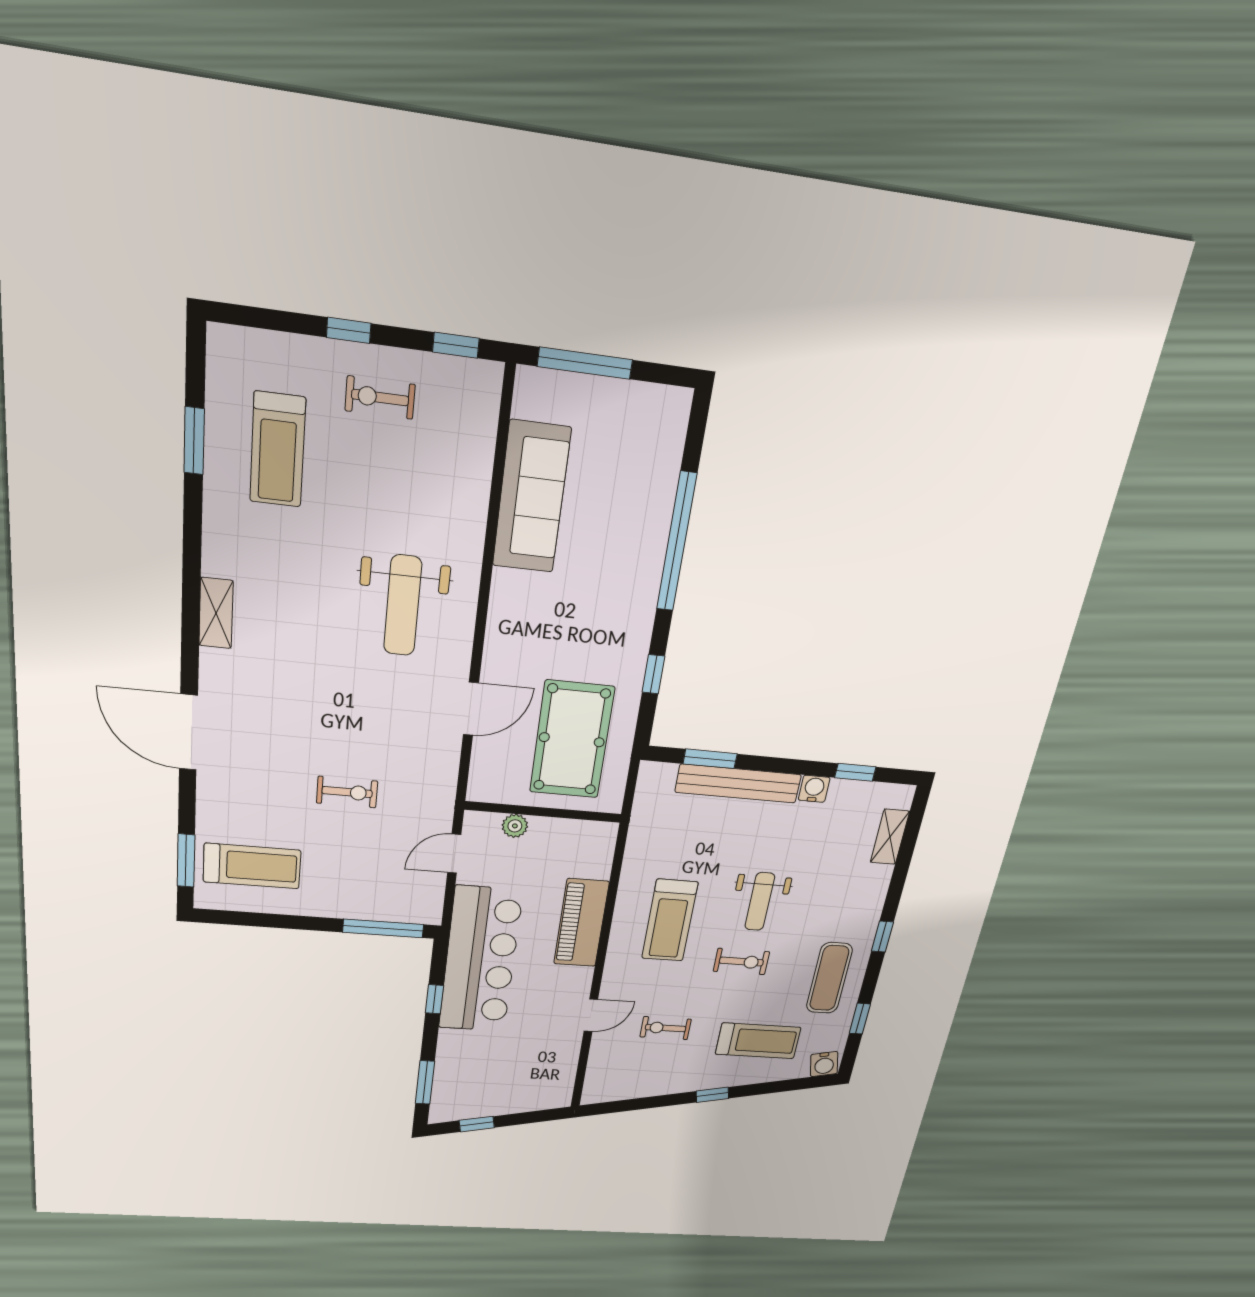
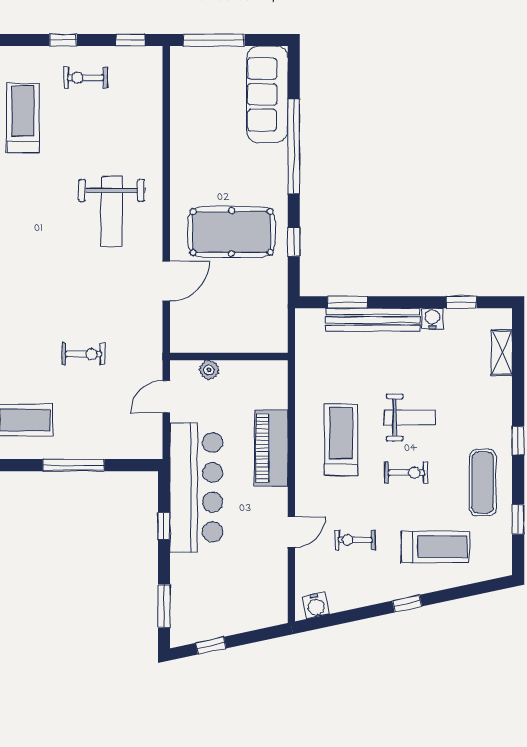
treadmill: (278, 450) -> (23, 118), turned 180
sofa: (531, 497) -> (267, 94), moved, turned 180
pool table: (572, 740) -> (232, 232), moved, turned 90
weight bench: (760, 902) -> (410, 417), turned -90
treadmill: (670, 920) -> (341, 440), turned 180
window: (383, 928) -> (74, 465), moved
water cooler: (824, 1064) -> (316, 605), moved

